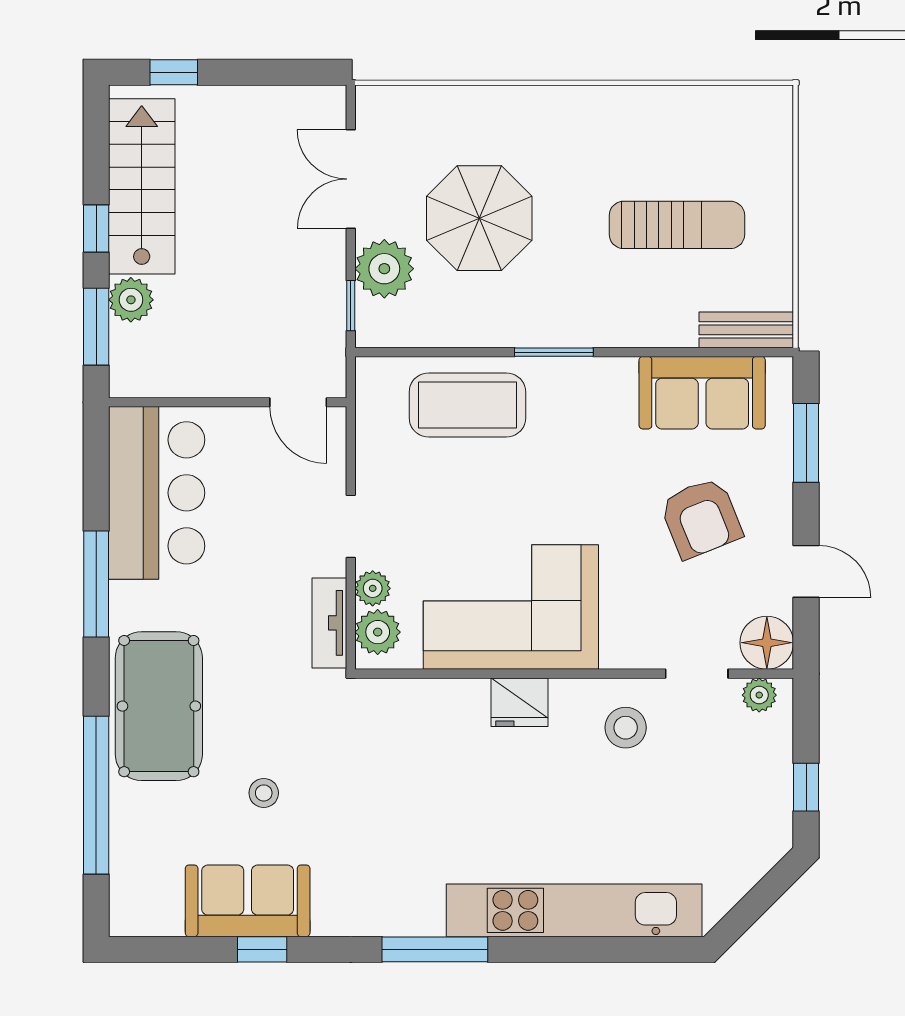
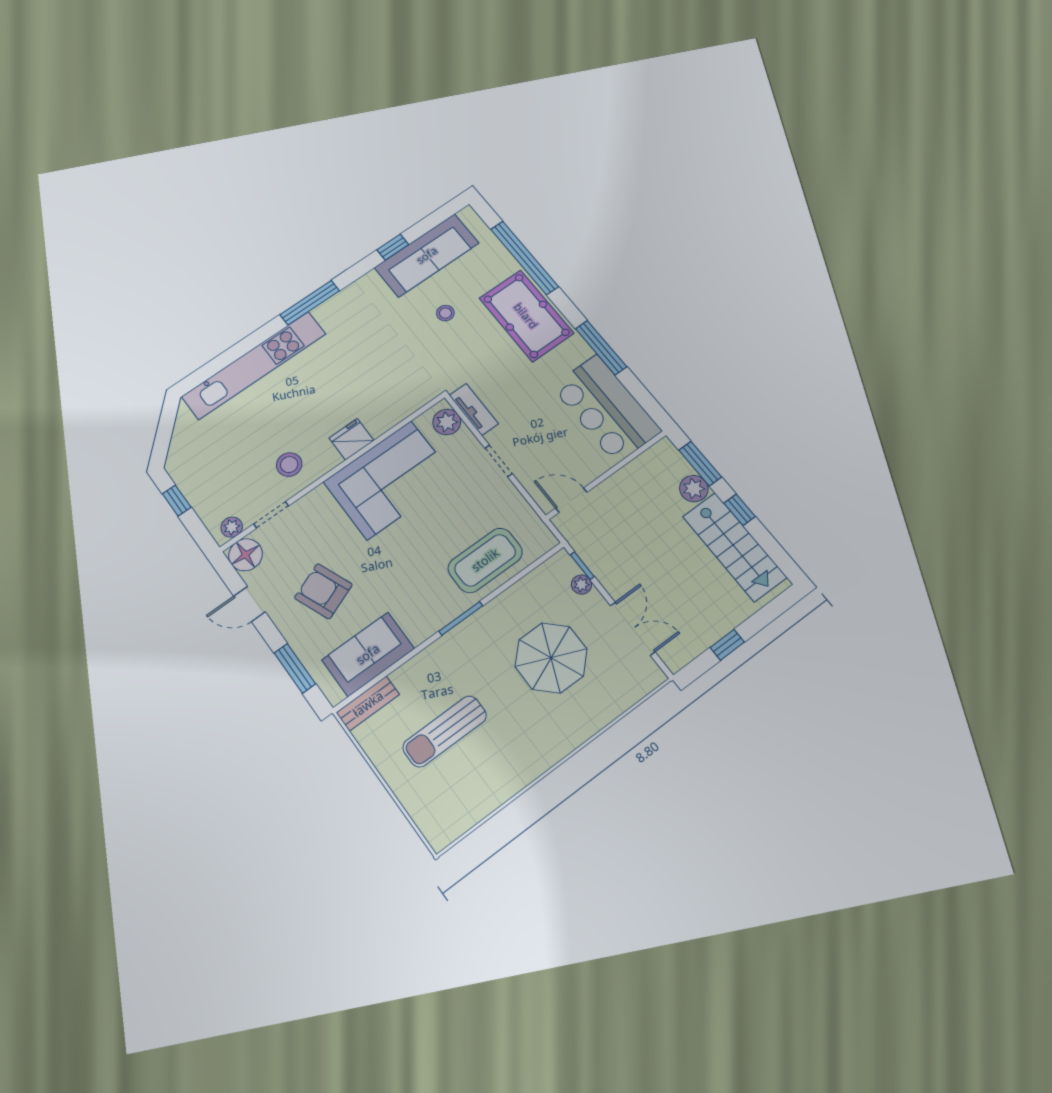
window: (174, 72) -> (727, 645), moved
plant: (384, 269) -> (581, 585), width x0.53, depth x0.53
plant: (373, 588) -> (465, 440), removed
sofa: (248, 901) -> (427, 255), width x1.36

